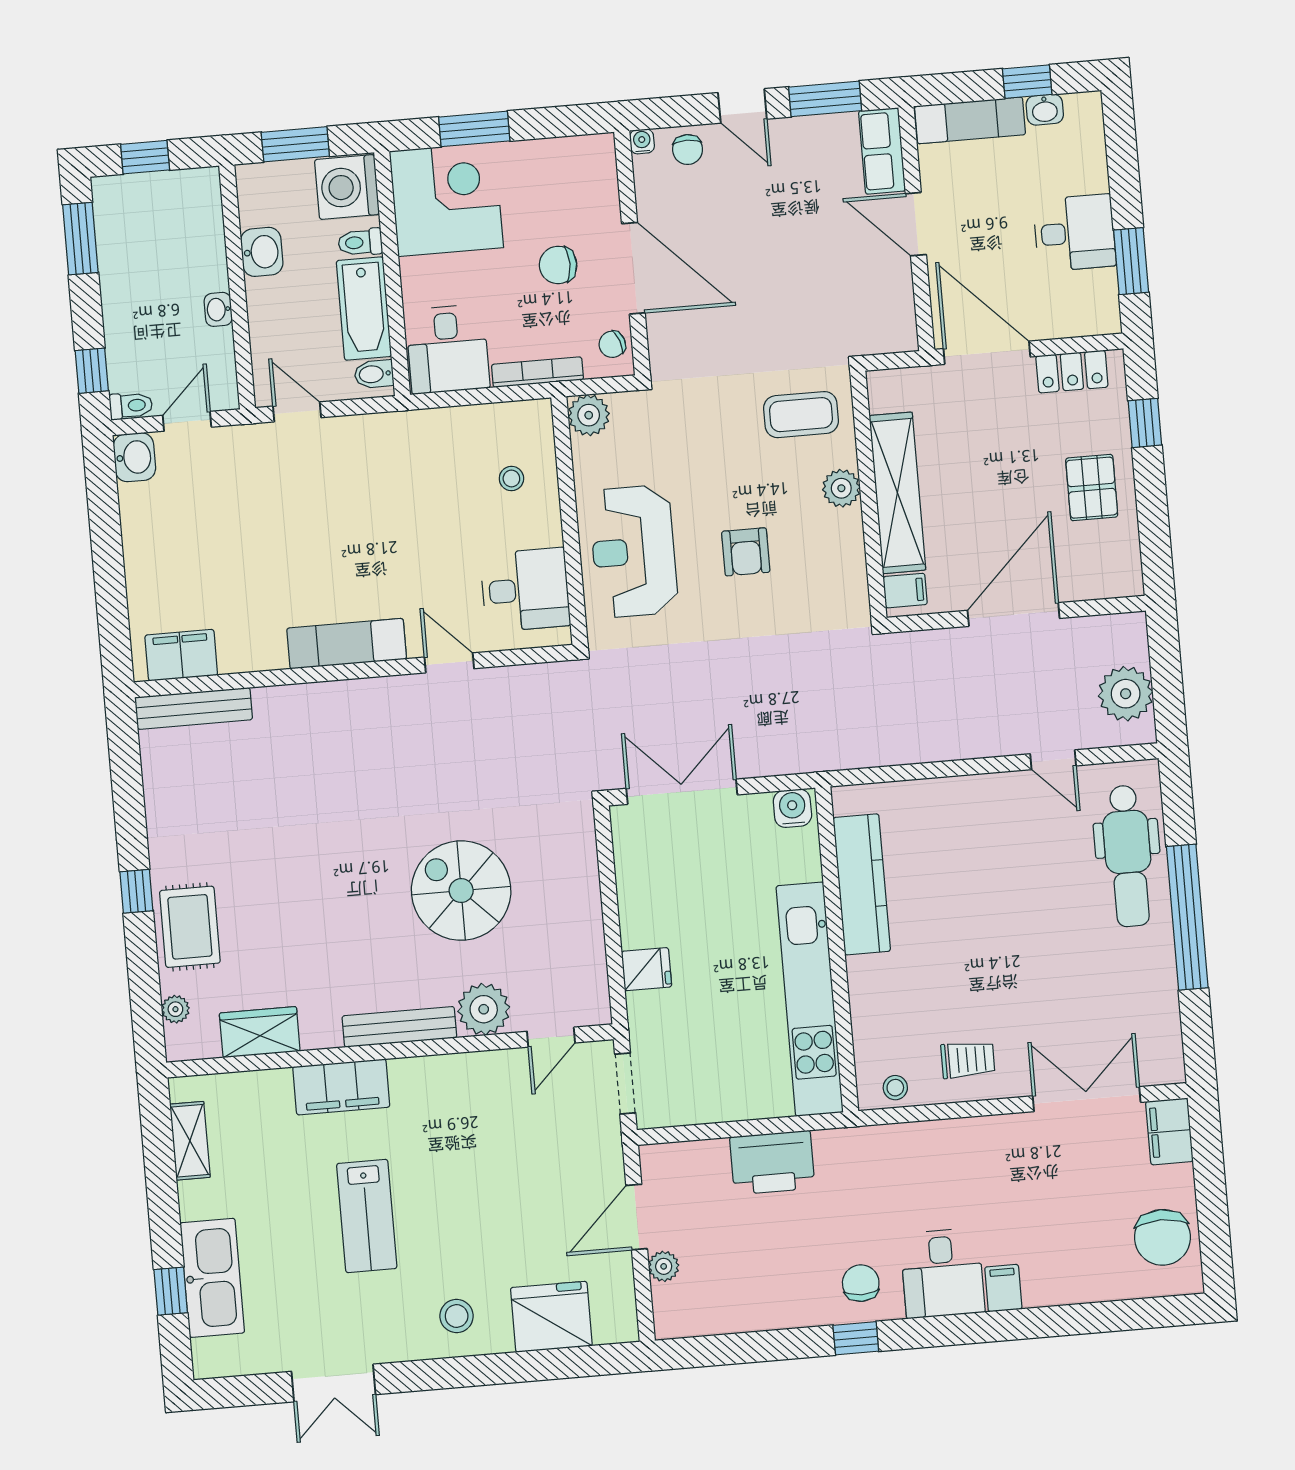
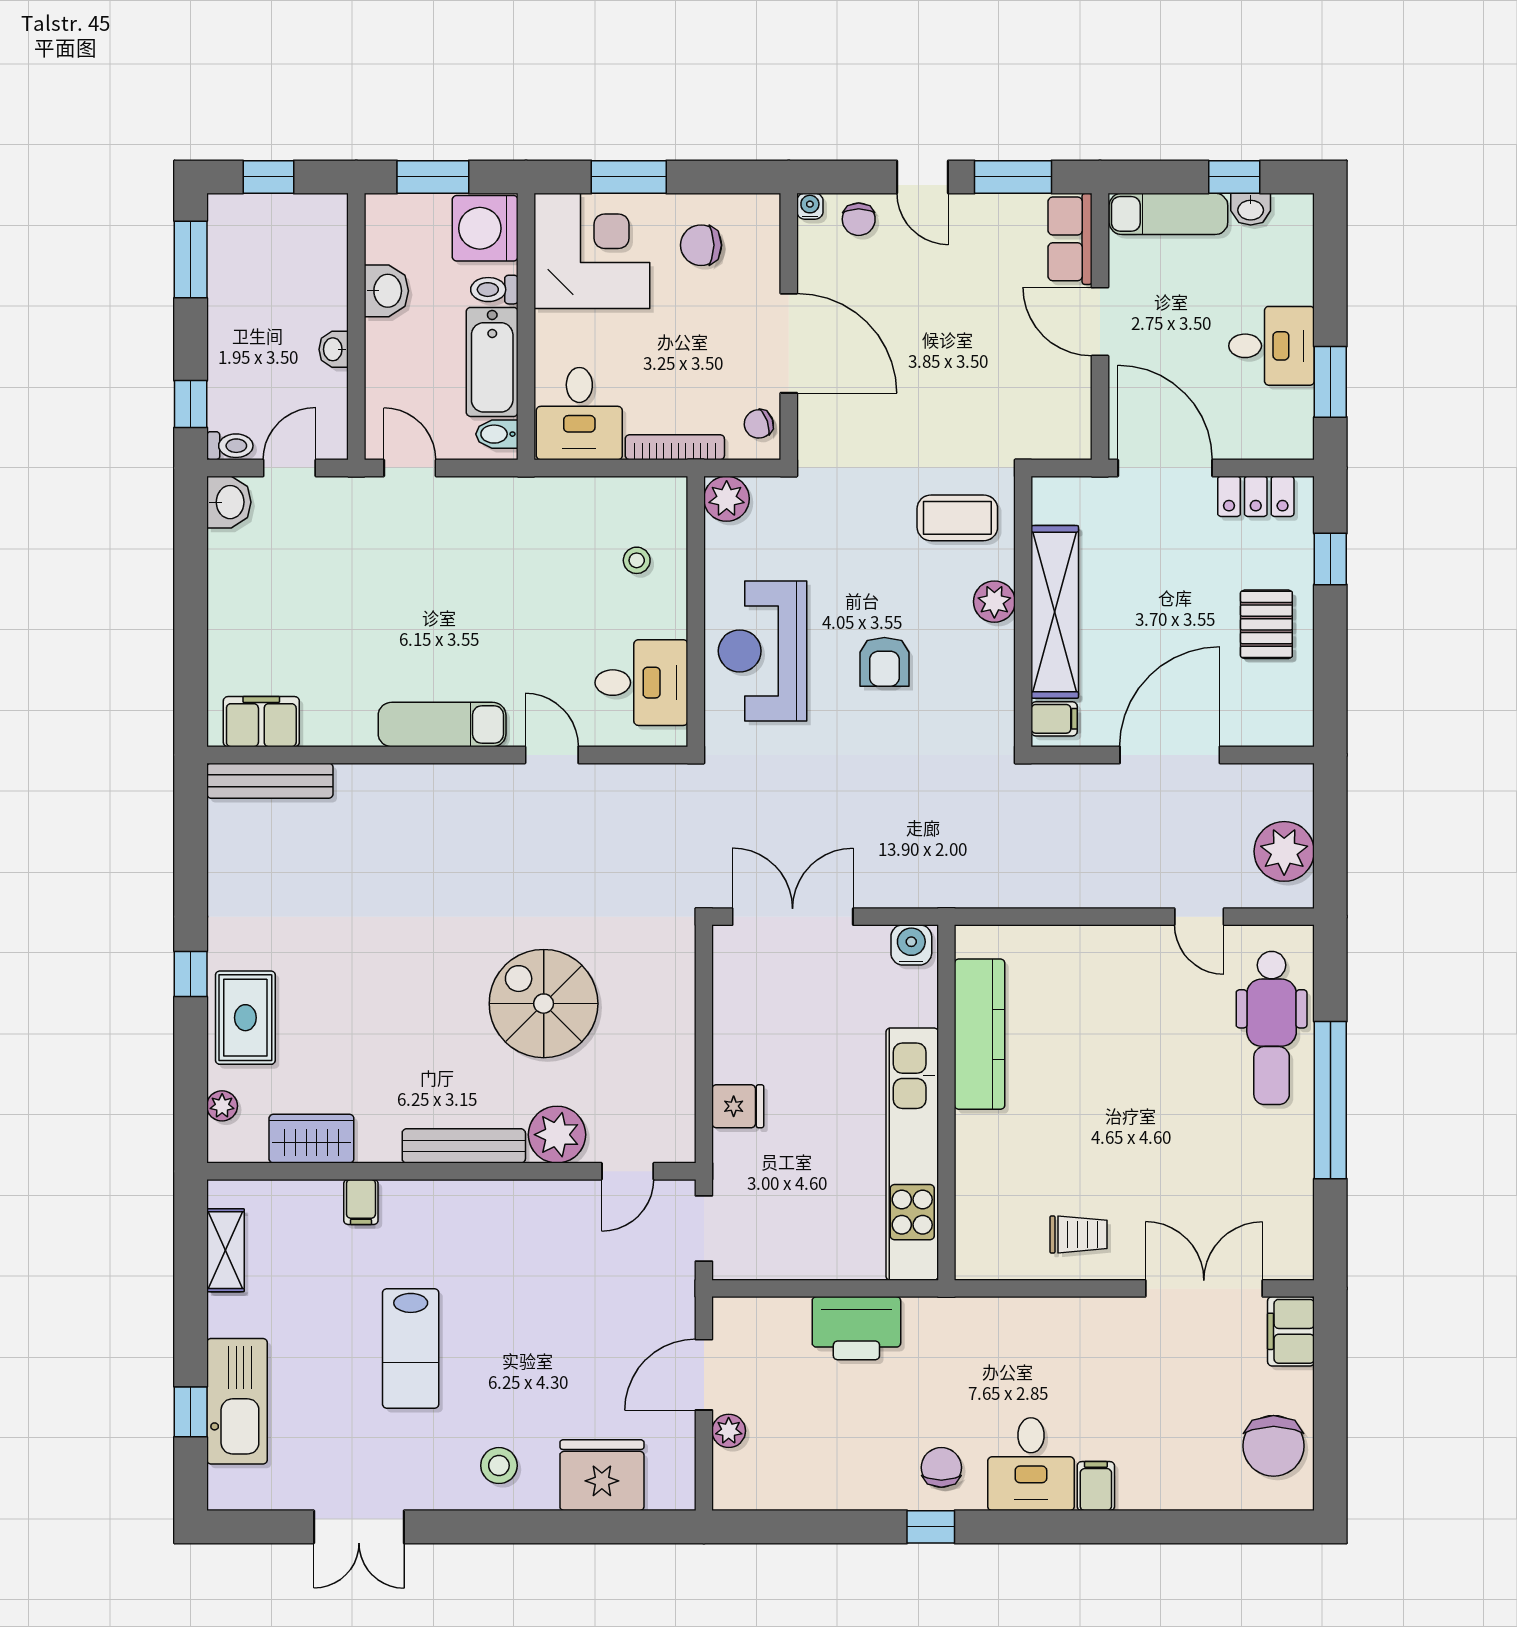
chair: (558, 265) -> (701, 245), moved
filing cabinet: (341, 1087) -> (361, 1202), width x0.33, depth x0.86
stool: (895, 1088) -> (997, 1258), removed

